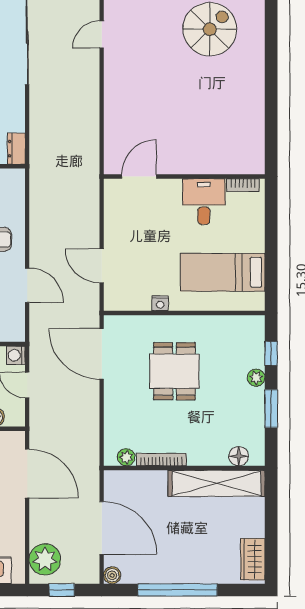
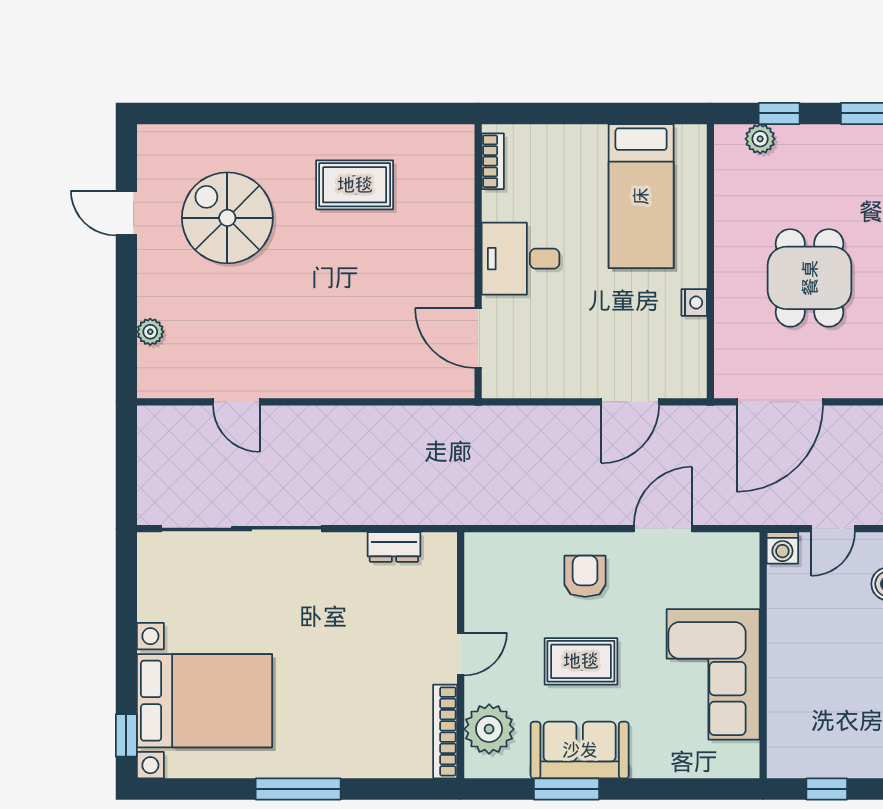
rug: (229, 104) -> (355, 185), added
dresser: (16, 149) -> (394, 547), moved
desk: (204, 201) -> (521, 259), moved
dining table: (174, 371) -> (810, 278), turned 90
plant: (256, 378) -> (760, 139), moved

